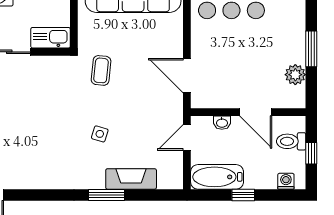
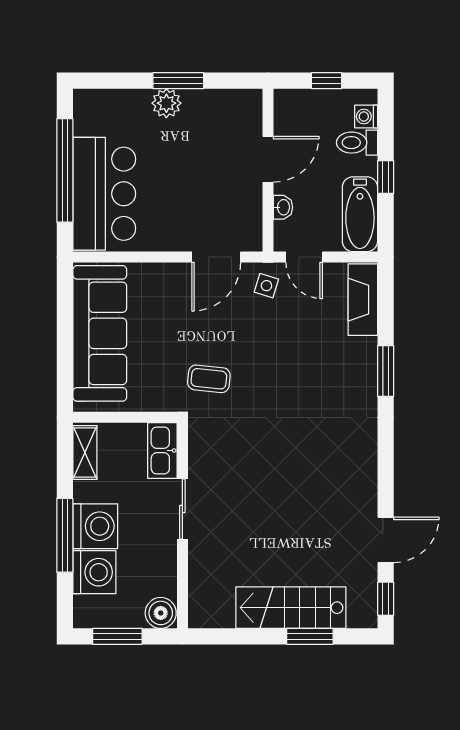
plant: (295, 75) -> (166, 103), moved
side table: (100, 134) -> (266, 286), moved
toilet: (291, 141) -> (357, 143), moved, turned 90
fireplace: (131, 179) -> (363, 300), moved

